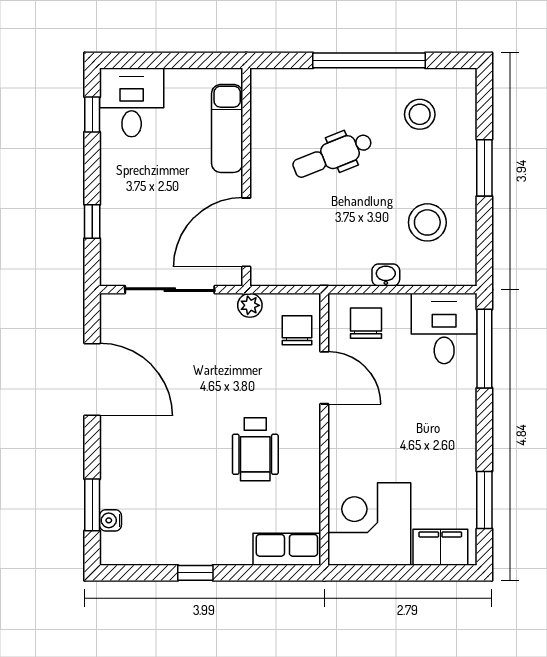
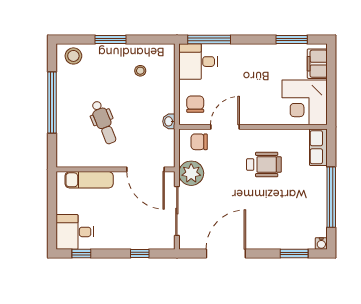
stool: (420, 114) -> (73, 56), moved
stool: (427, 222) -> (140, 71), width x0.53, depth x0.53
washbasin: (386, 275) -> (169, 121), moved
plant: (250, 305) -> (191, 173), width x1.88, depth x1.88
chair: (366, 323) -> (195, 104), turned 90
water cooler: (110, 520) -> (321, 243), moved
window: (195, 573) -> (331, 197), width x3.17

